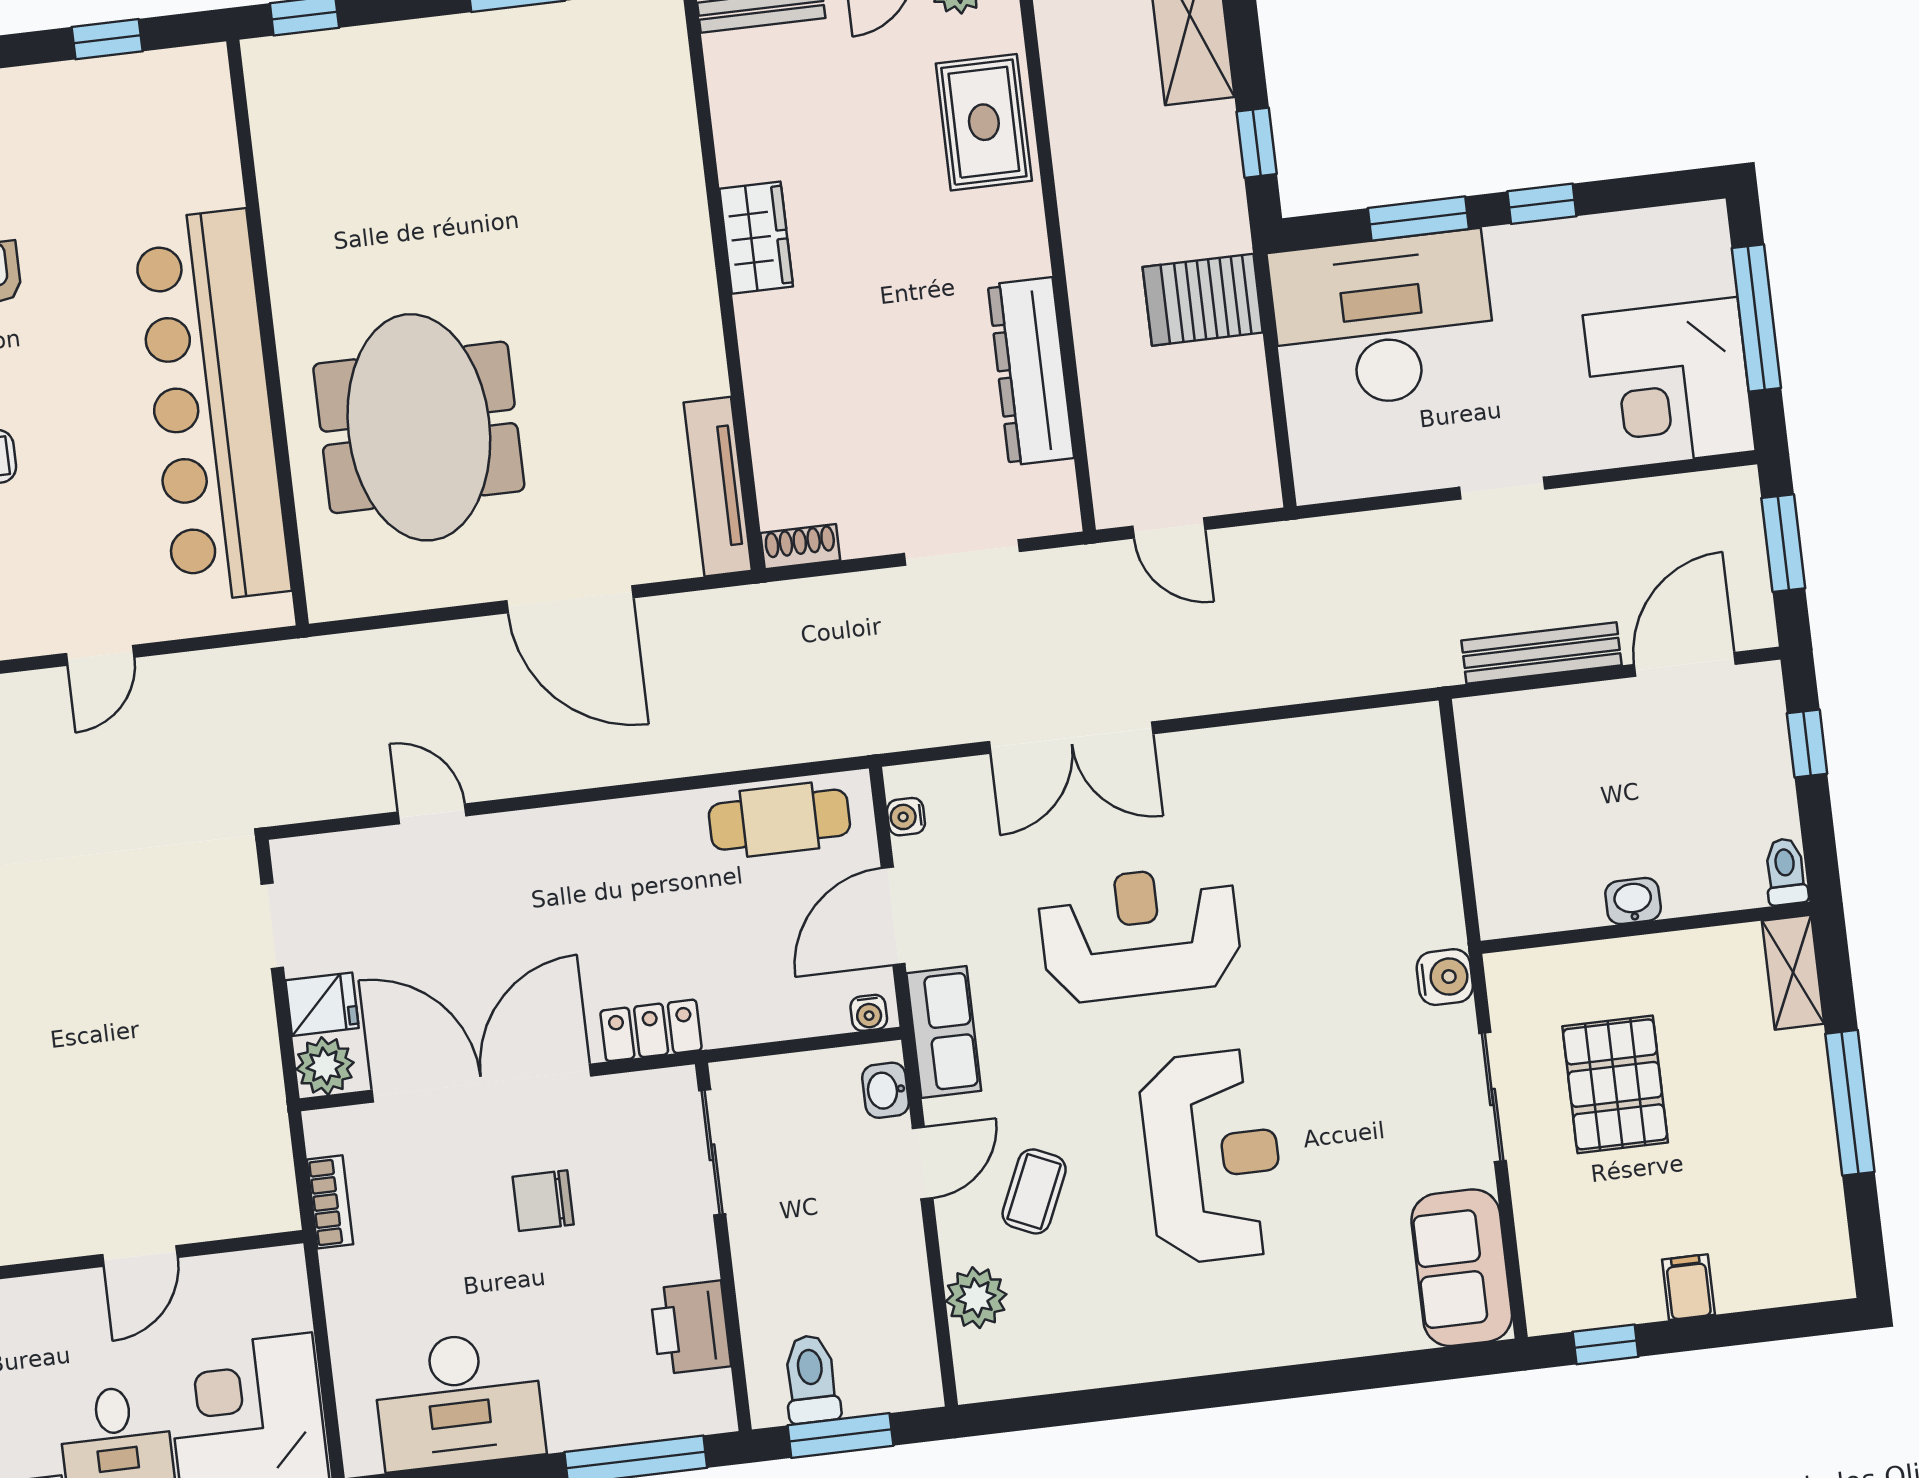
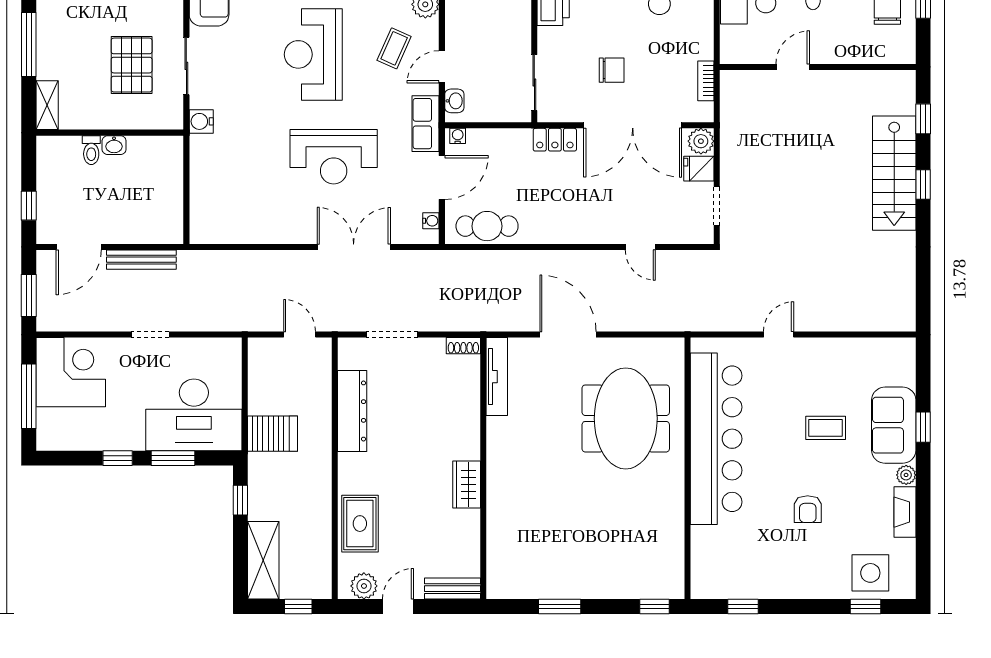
toilet: (1786, 872) -> (91, 150), moved

